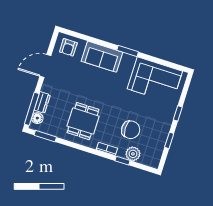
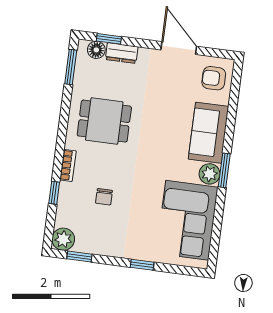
plant: (128, 61) -> (210, 174), added
window: (32, 109) -> (109, 39), width x0.46
chair: (131, 130) -> (104, 197), width x0.54, depth x0.54
window: (169, 140) -> (79, 257), moved
plant: (133, 154) -> (63, 239), moved

